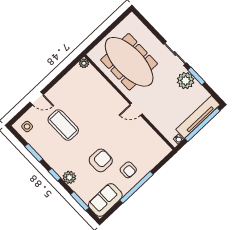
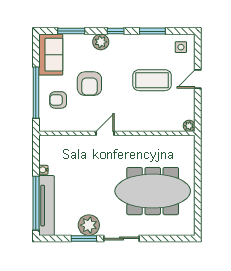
plant: (84, 63) -> (189, 126), moved
wall: (129, 102) -> (117, 133), moved
door: (136, 109) -> (105, 133), moved

